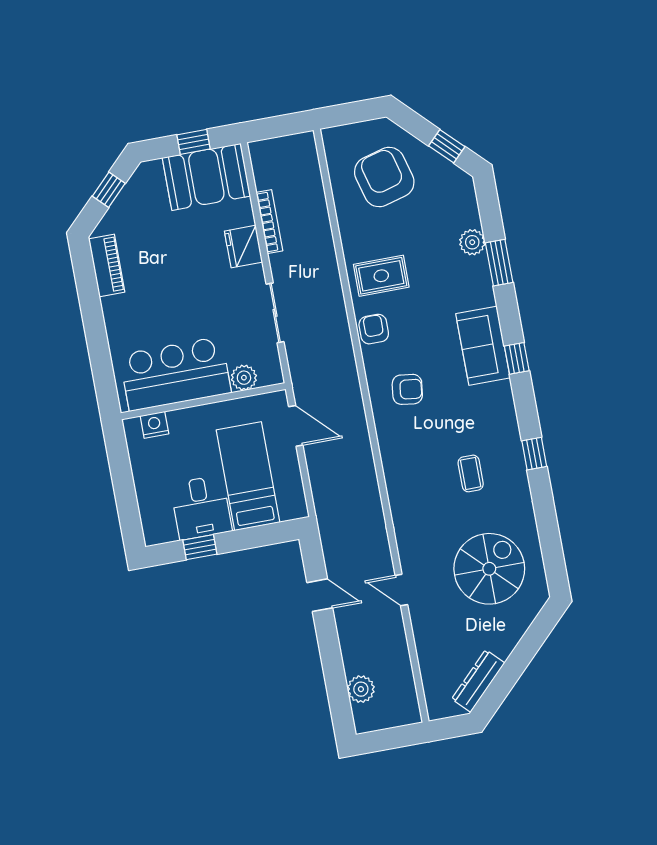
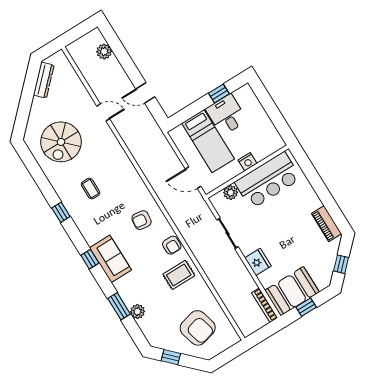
bookcase: (269, 222) -> (265, 305), moved
nightstand: (154, 425) -> (248, 162), moved

